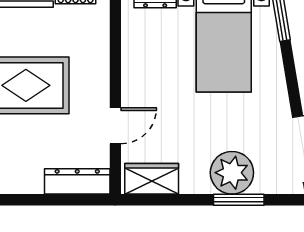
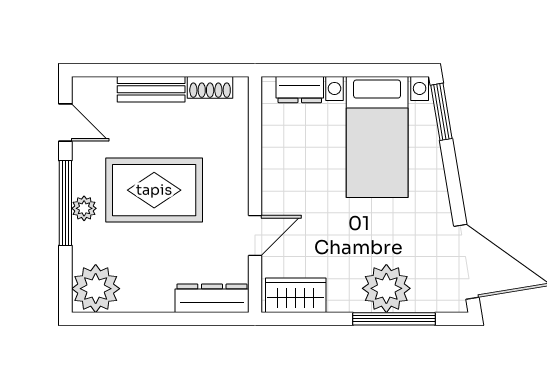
window: (239, 200) -> (394, 319), width x1.44

